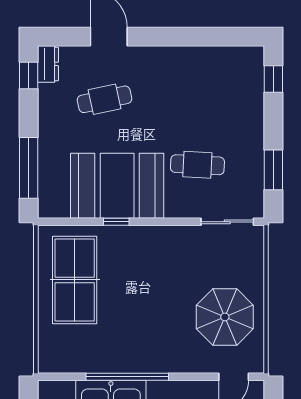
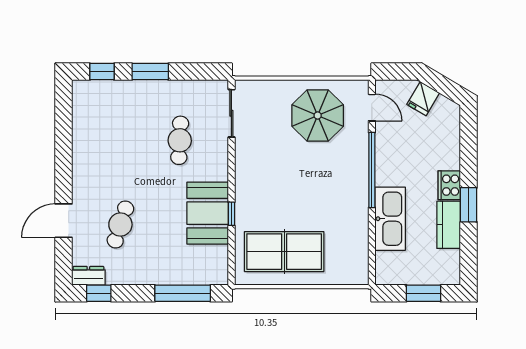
cafe table: (104, 99) -> (120, 225), turned 30
window: (273, 170) -> (150, 72), moved
booth: (117, 186) -> (208, 213), width x0.73, depth x0.70
window: (127, 377) -> (372, 170), moved

